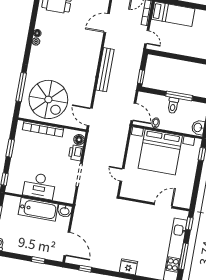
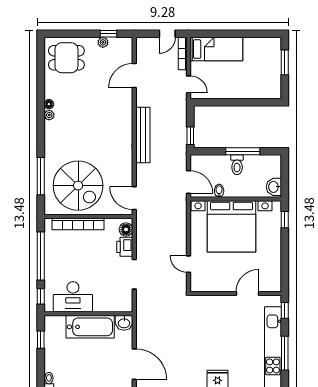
window: (10, 148) -> (41, 256), width x2.11
desk: (39, 186) -> (73, 297), moved

